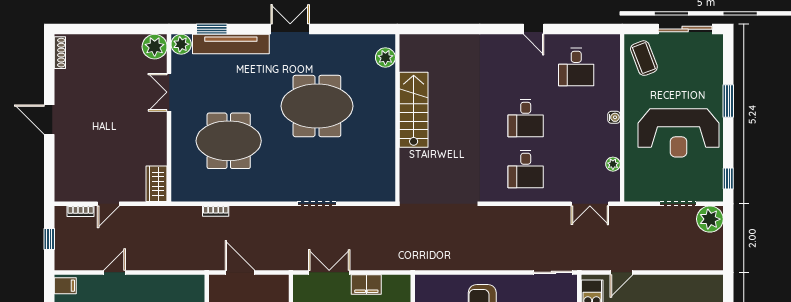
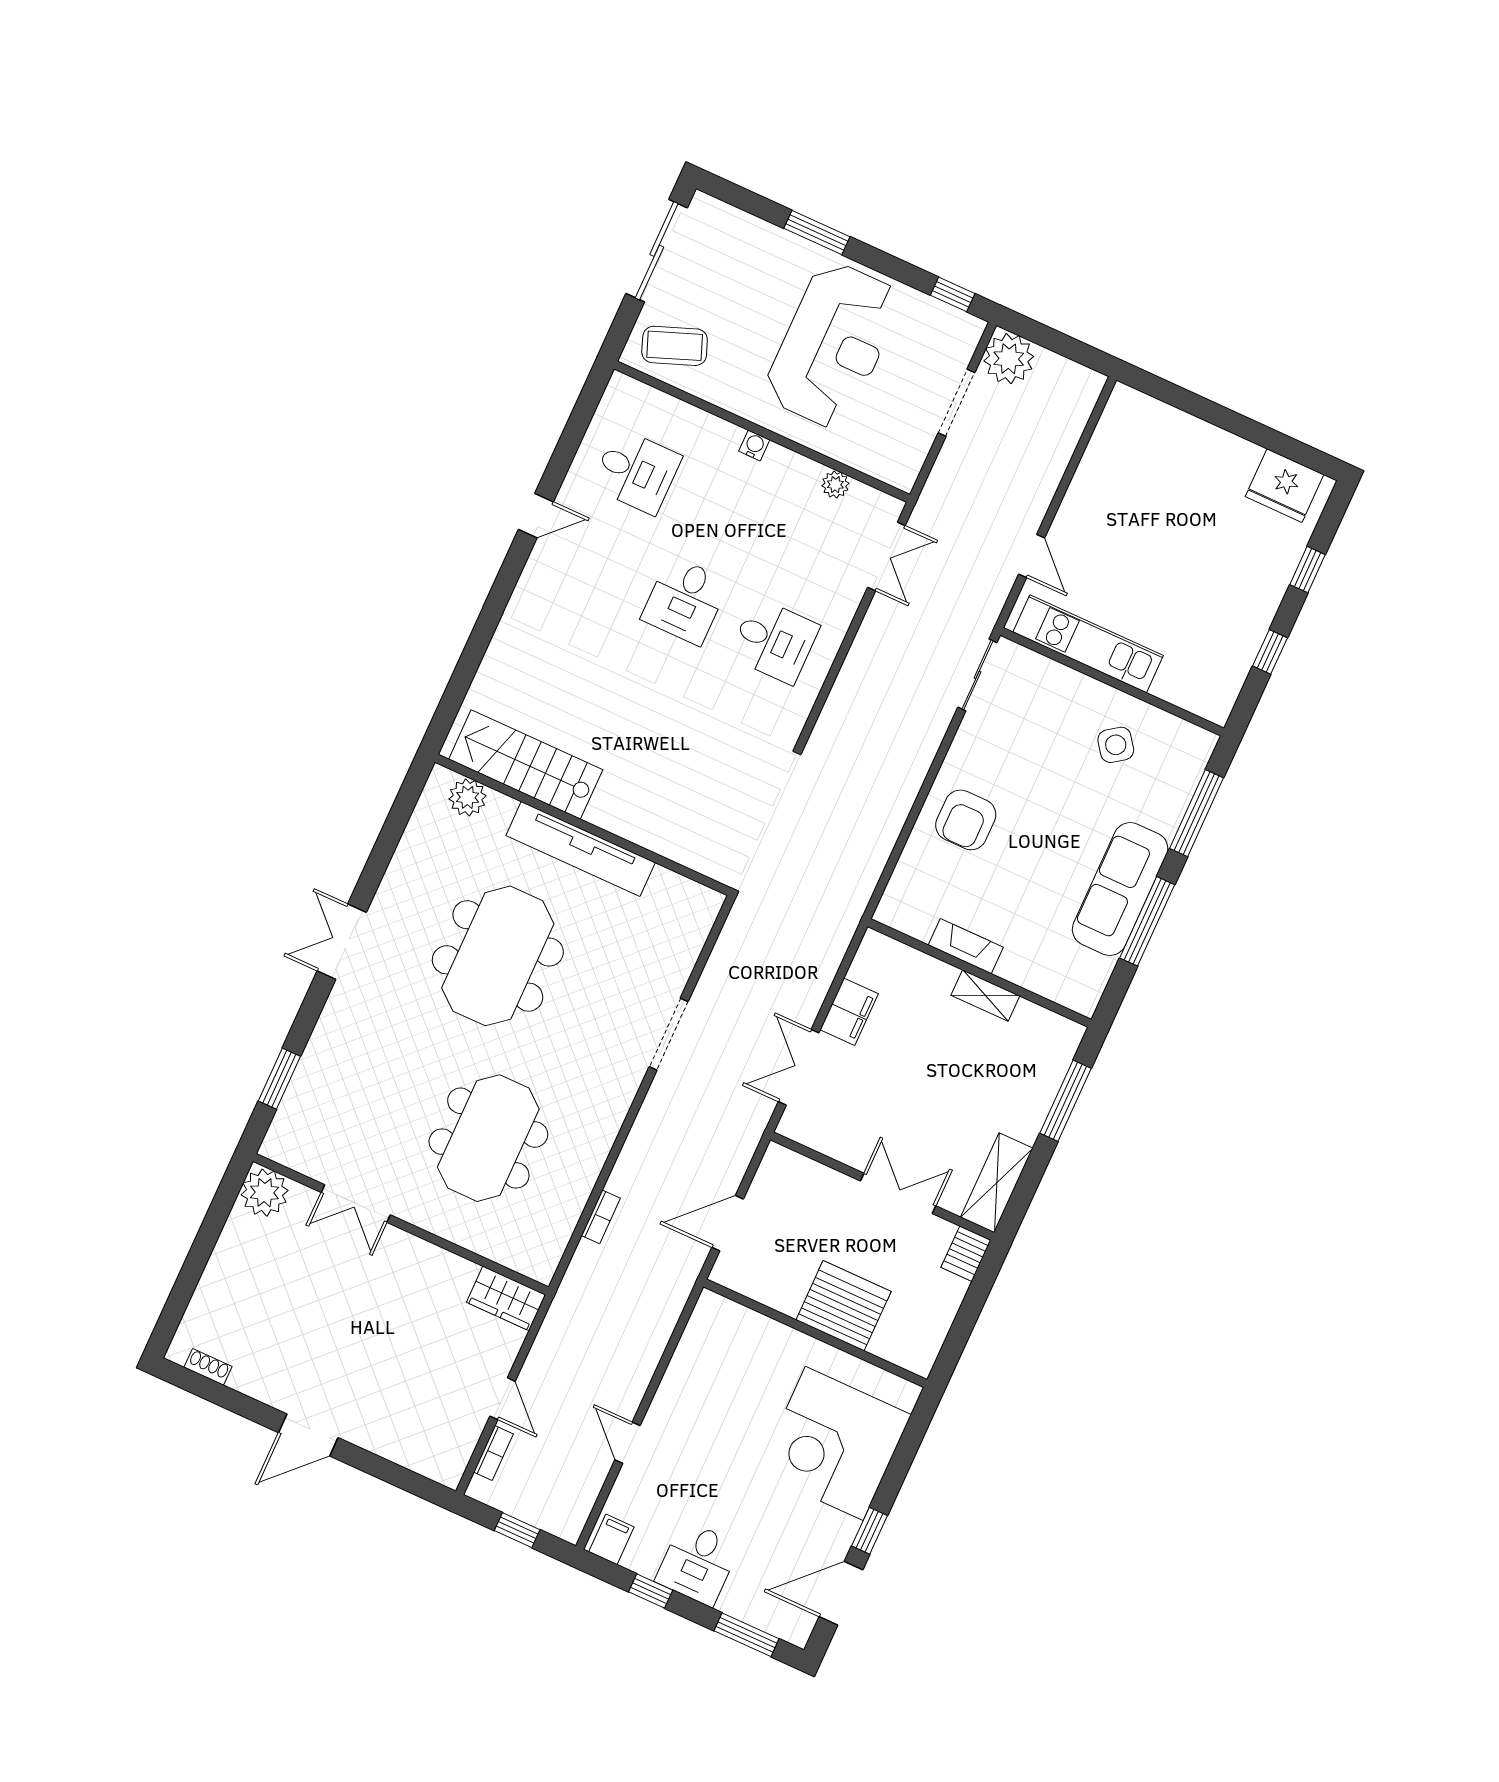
plant: (181, 44) -> (282, 1144), removed
tv unit: (231, 44) -> (581, 849), moved, turned 90
shoe rack: (60, 53) -> (208, 1367), width x0.70
stairs: (414, 110) -> (526, 764), moved
desk: (526, 118) -> (685, 600), turned 90

